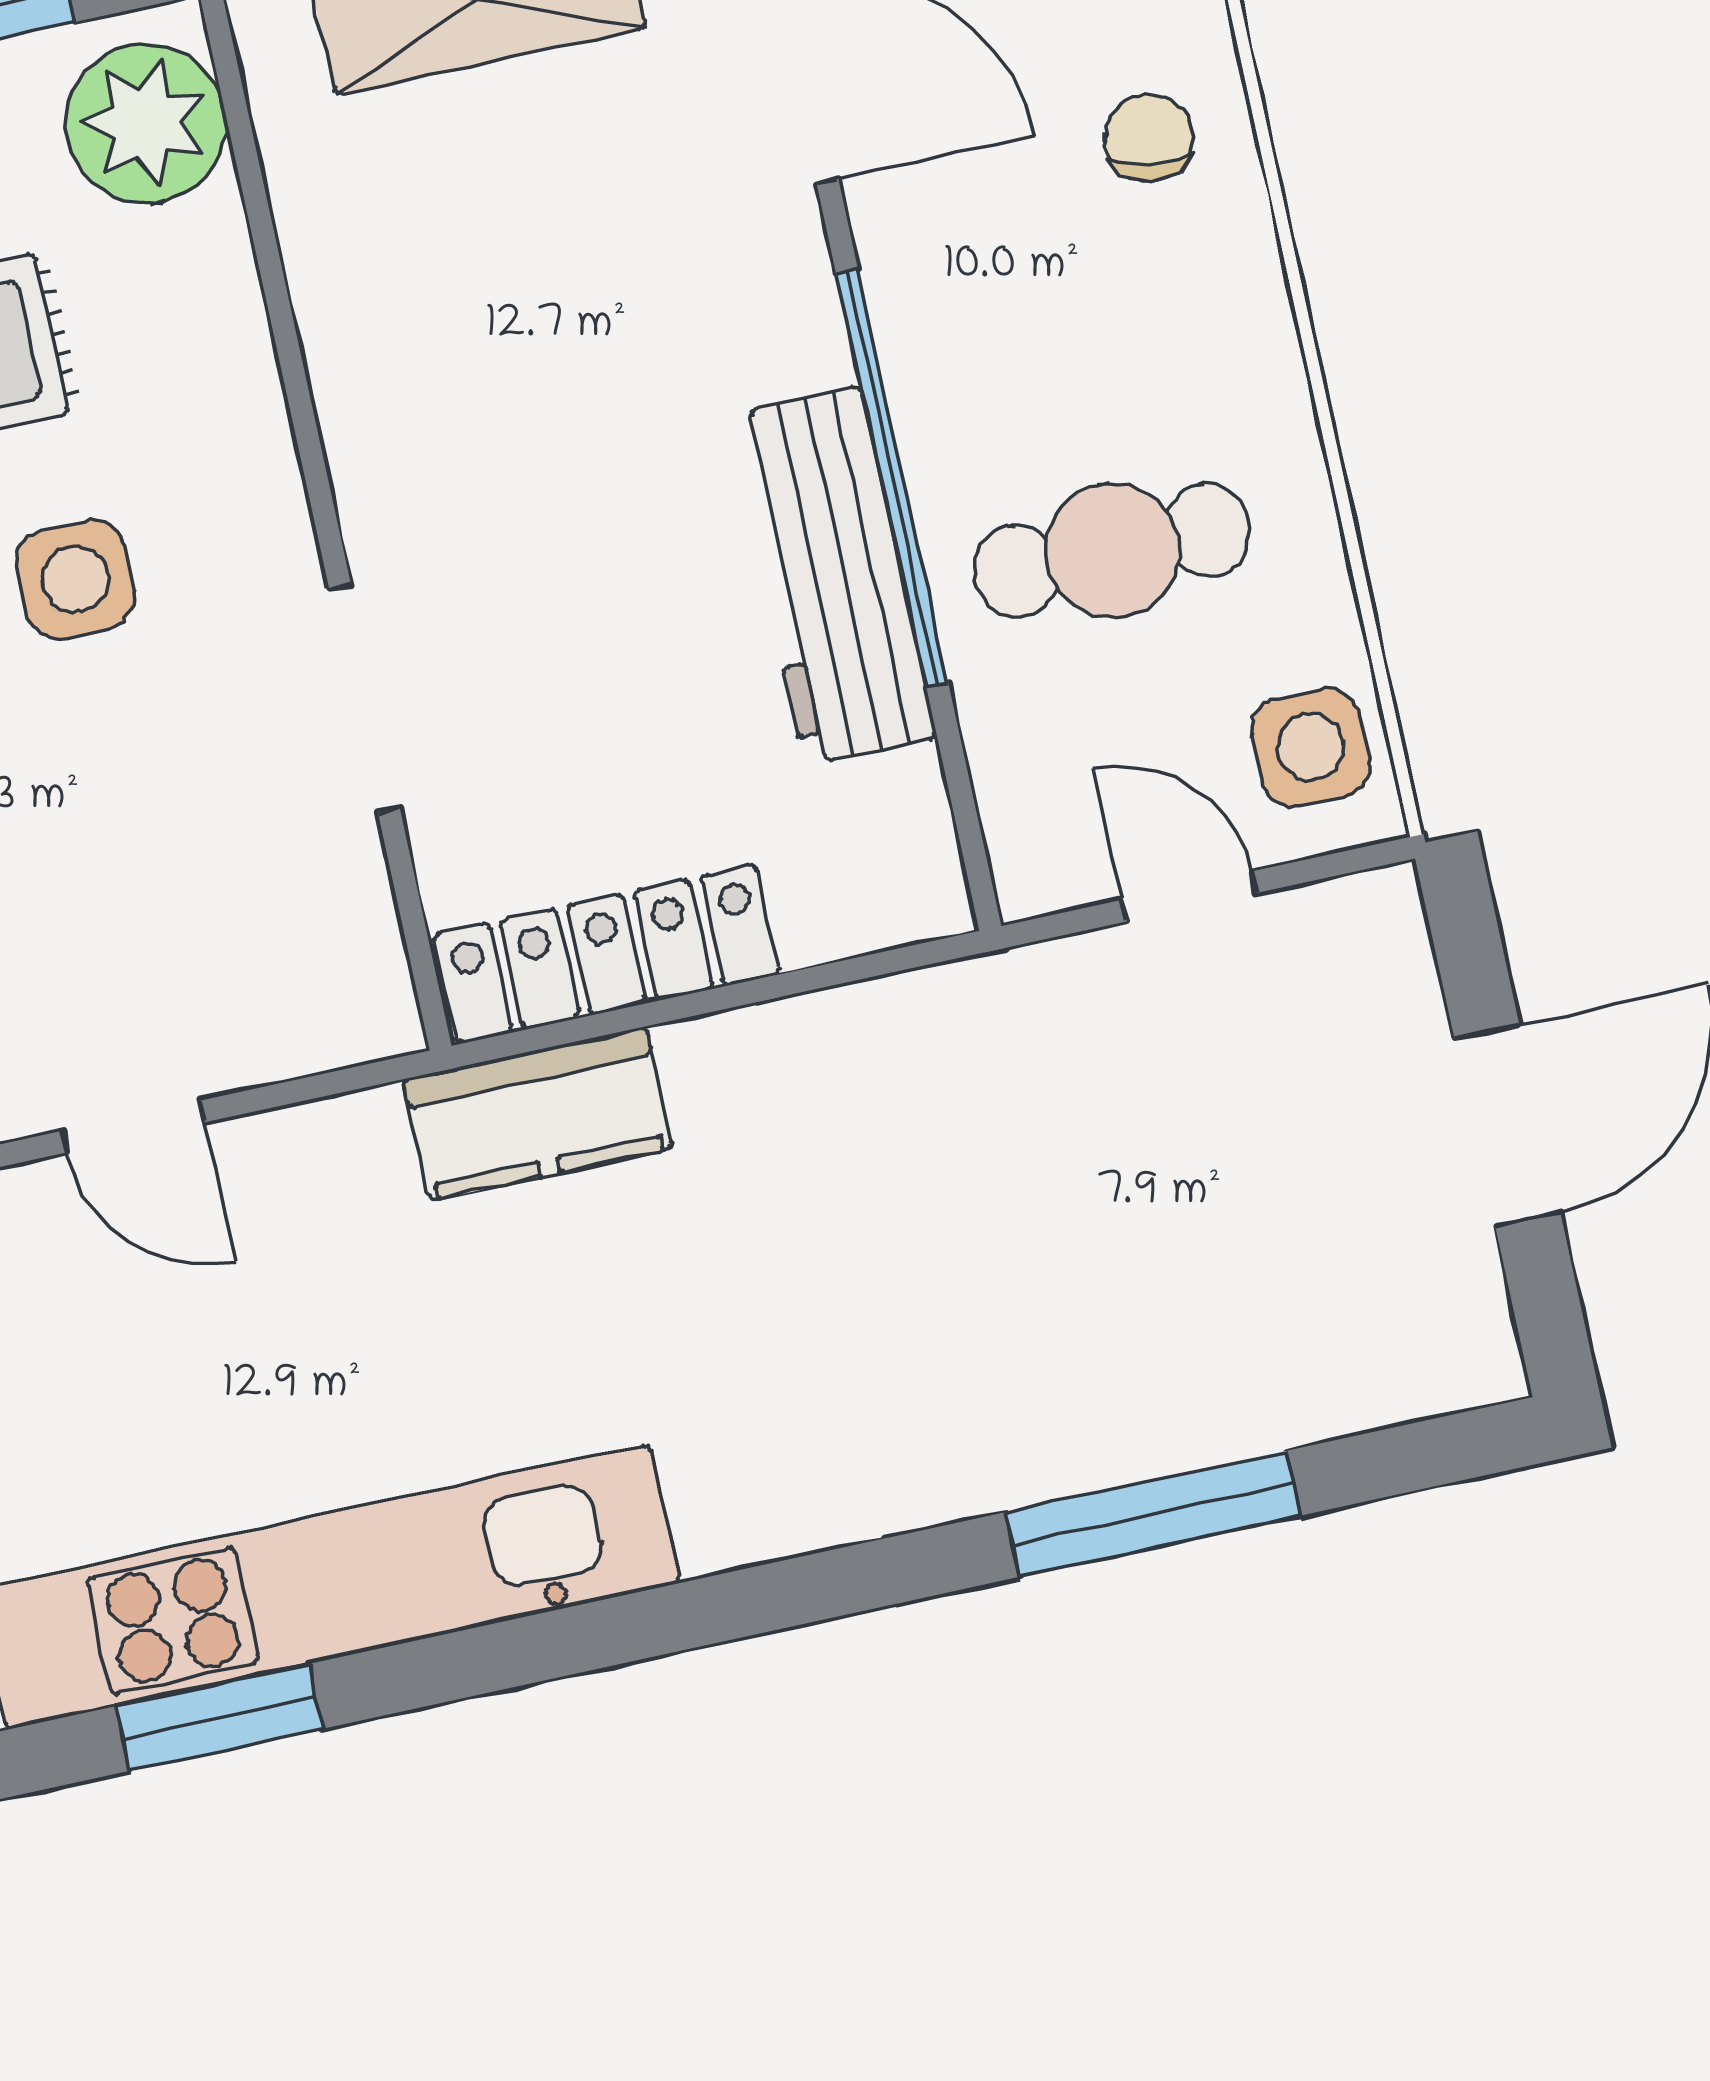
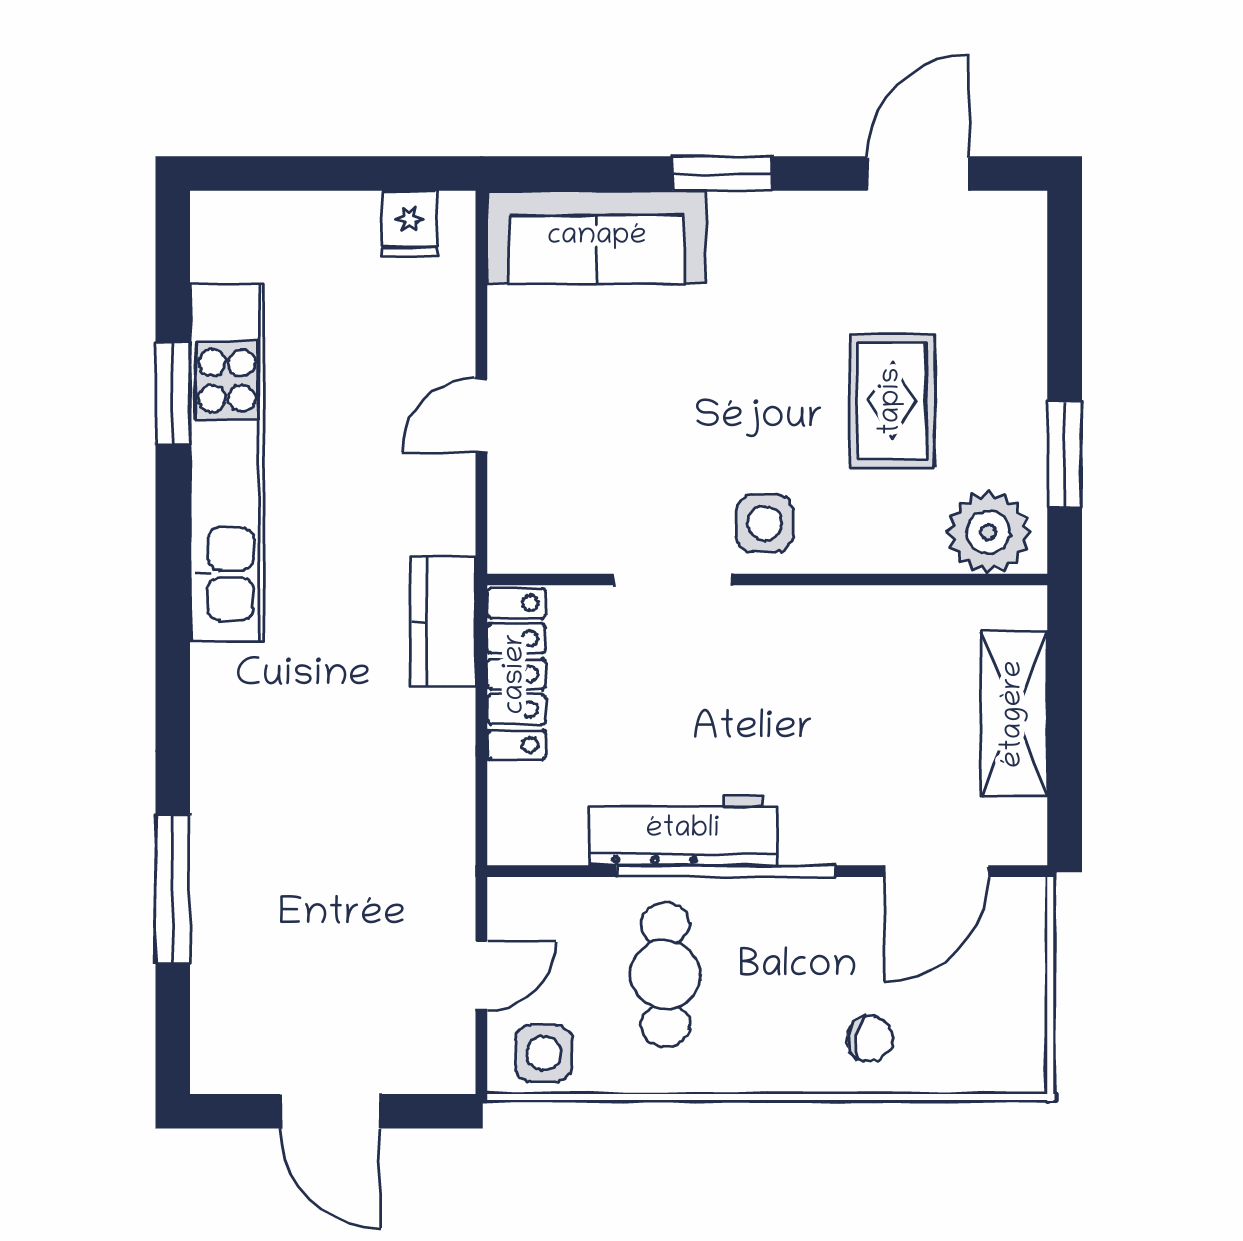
side table: (75, 579) -> (764, 523), moved

